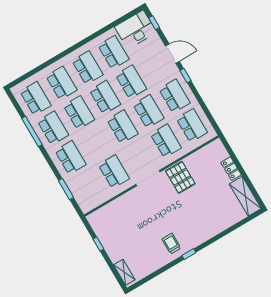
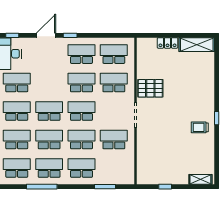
school desk: (131, 82) -> (81, 140), moved

